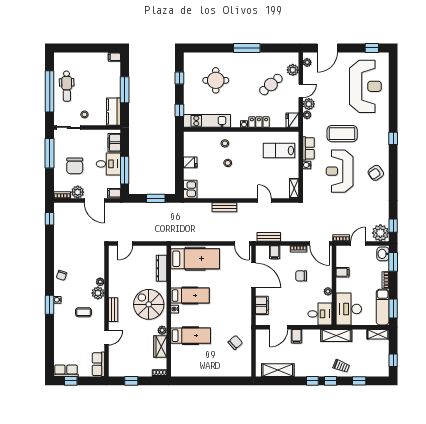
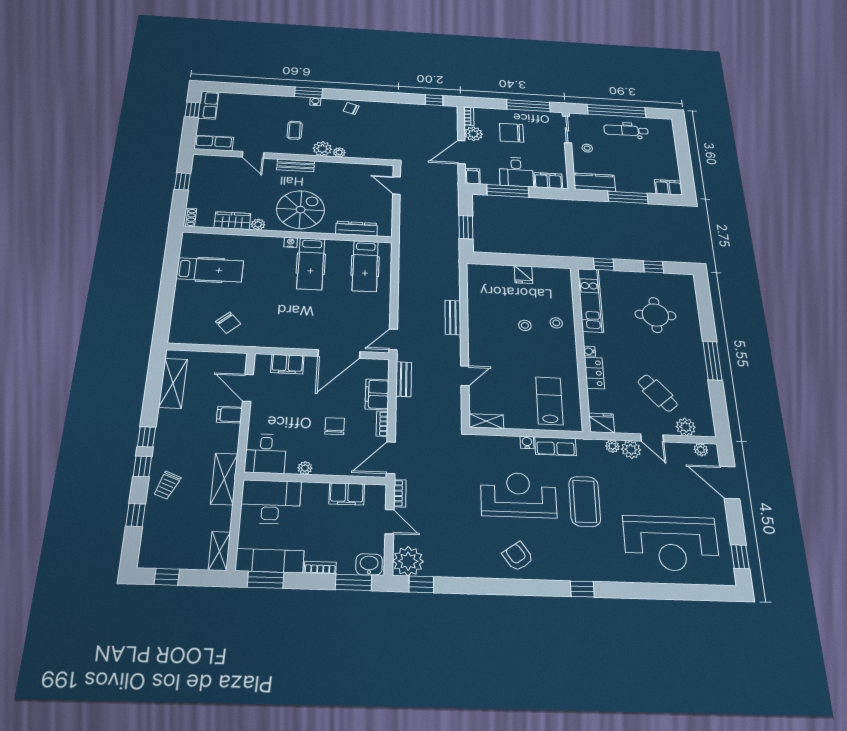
filing cabinet: (114, 57) -> (669, 187), width x2.00
kitchen sink: (190, 189) -> (481, 273), removed
filing cabinet: (275, 252) -> (377, 394), width x2.00
hospital bed: (195, 259) -> (365, 266), width x0.73, depth x0.78
filing cabinet: (343, 272) -> (347, 494), width x2.00
hospital bed: (191, 336) -> (210, 270), moved, turned -90

